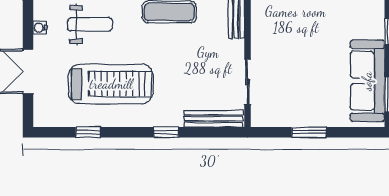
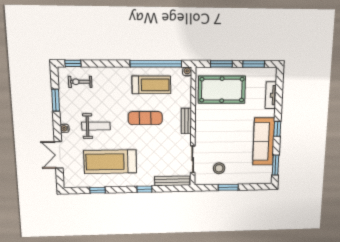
sofa: (367, 81) -> (264, 142), moved
treadmill: (111, 84) -> (110, 162), turned 180
stool: (292, 98) -> (219, 168), added

